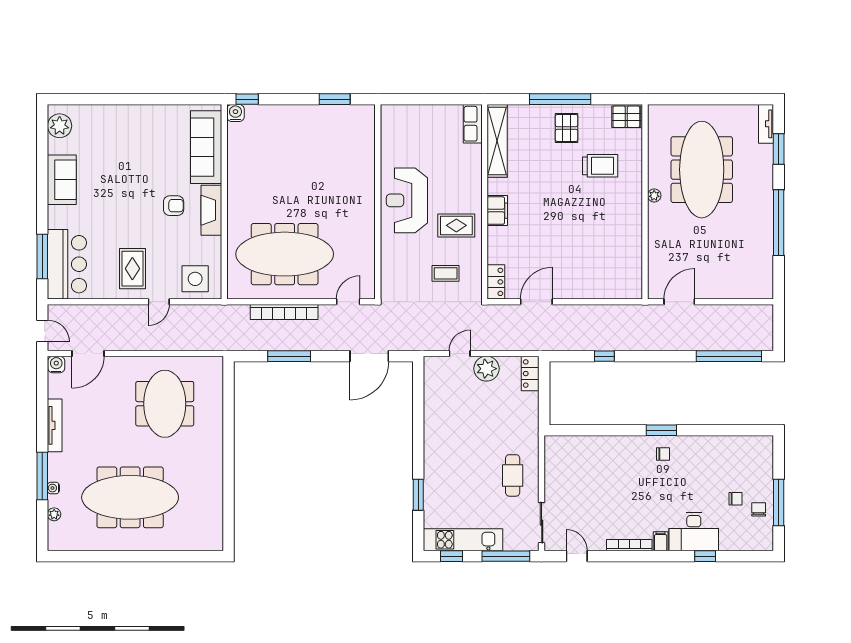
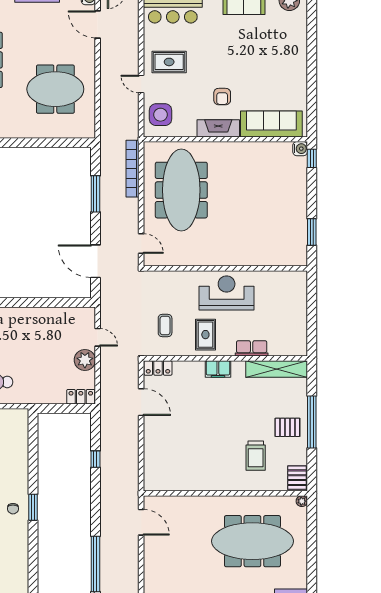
row of seats: (473, 124) -> (252, 348), moved
plant: (654, 195) -> (302, 501), moved
bookcase: (284, 312) -> (133, 169), moved

